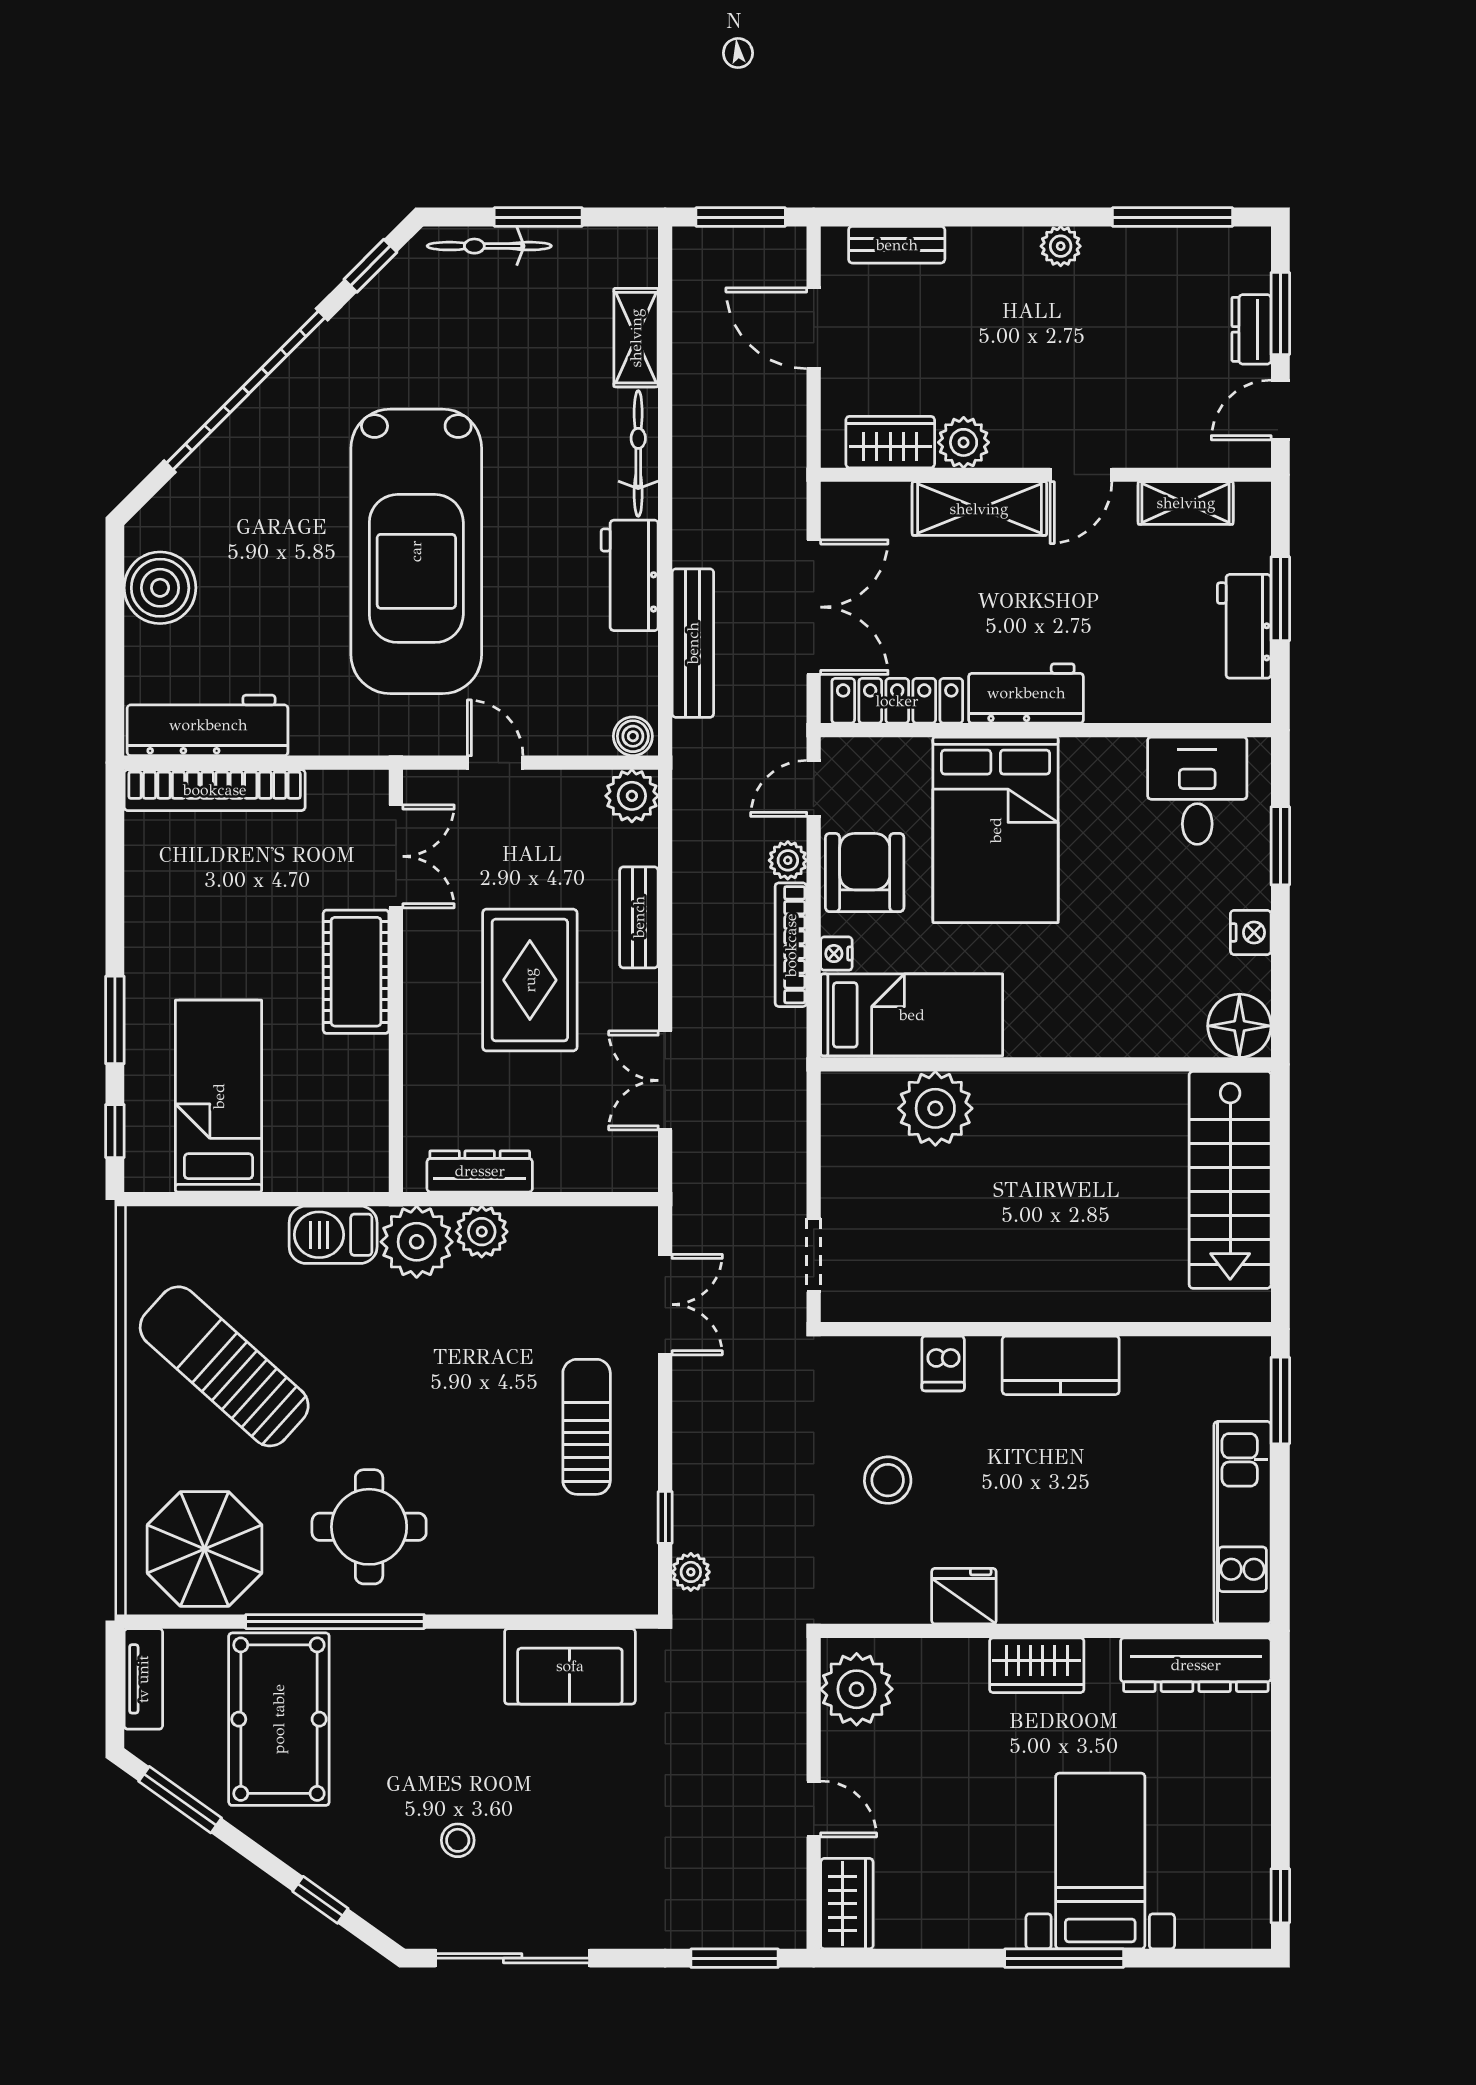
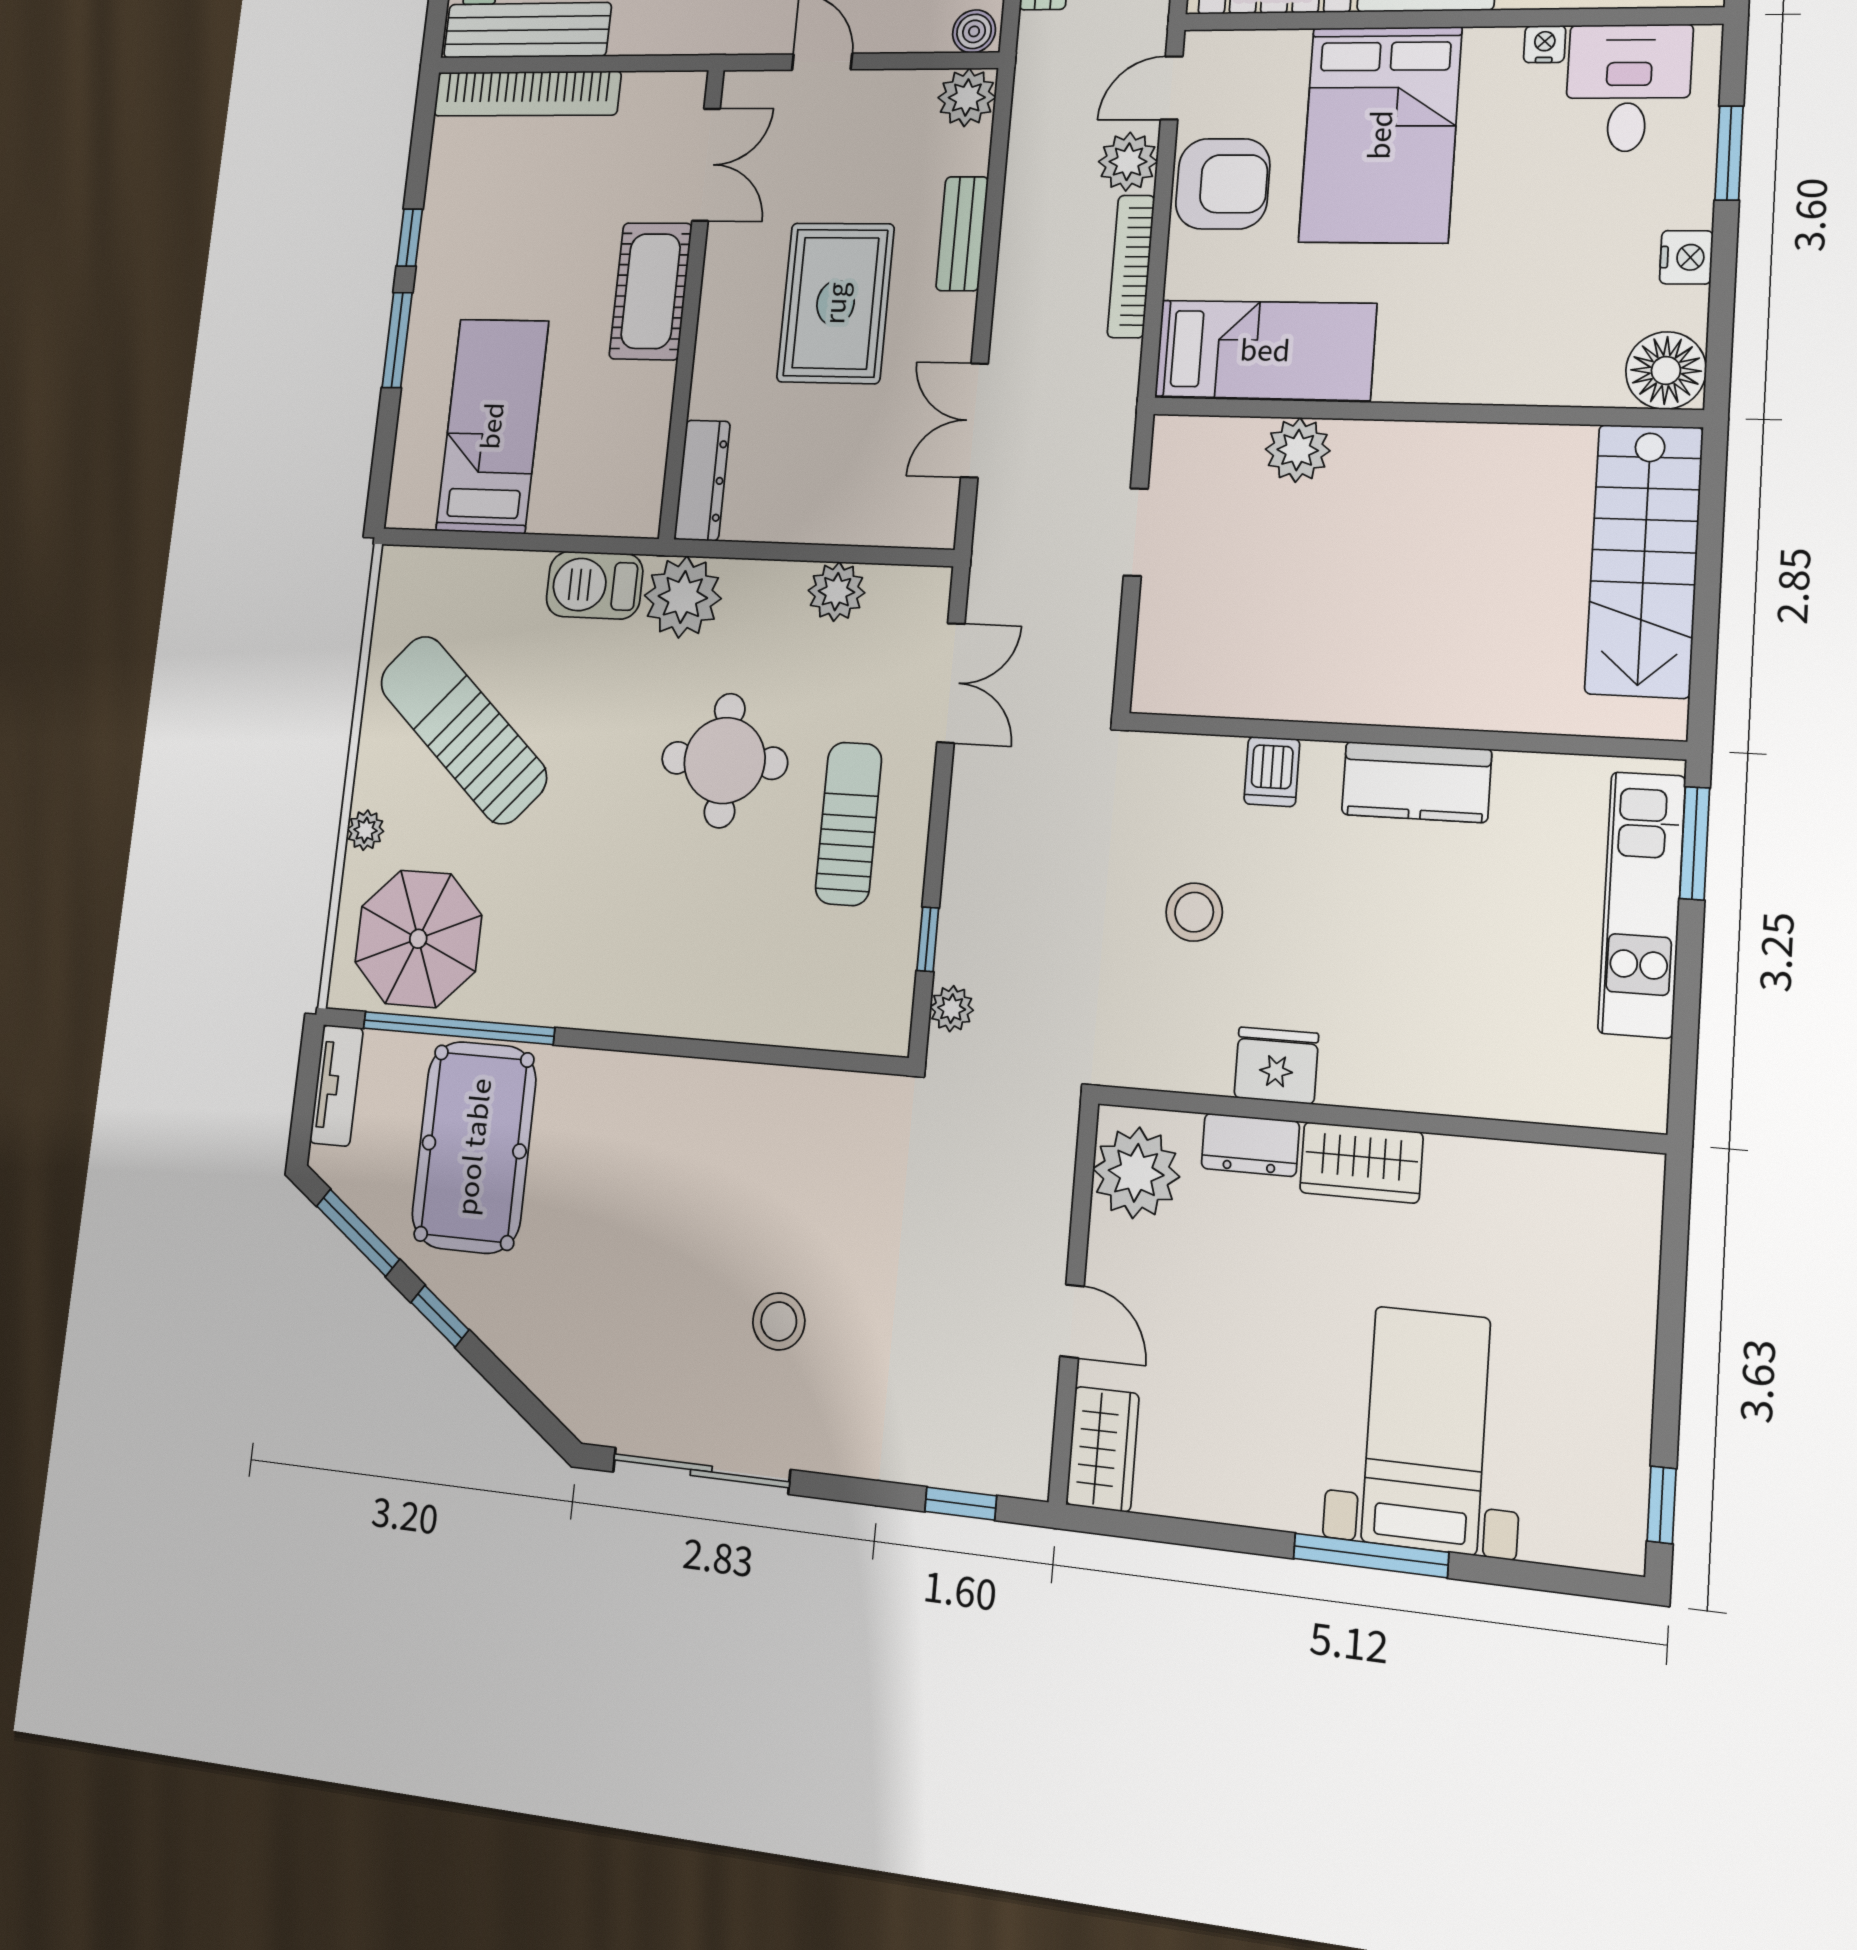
plant: (788, 860) -> (1128, 162), width x1.38, depth x1.38
armchair: (865, 873) -> (1223, 184), turned 90
nightstand: (836, 954) -> (1545, 44), moved, turned 90
plant: (935, 1108) -> (1298, 450), width x0.73, depth x0.73
window: (115, 1131) -> (410, 238), moved
dresser: (480, 1171) -> (702, 480), moved, turned 90
plant: (482, 1232) -> (836, 592), moved
doorway: (814, 1255) -> (1136, 532), moved
plant: (142, 1459) -> (365, 830), added
kitchen unit: (1243, 1523) -> (1642, 904), moved
round table: (369, 1527) -> (725, 761), moved
window: (335, 1622) -> (458, 1028), moved
dresser: (1196, 1665) -> (1250, 1145), moved, width x0.51, depth x0.80
sofa: (570, 1666) -> (802, 1113), removed
stool: (458, 1840) -> (779, 1321), moved, width x1.37, depth x1.37
window: (320, 1900) -> (440, 1316), moved
window: (735, 1958) -> (961, 1504), width x0.67

